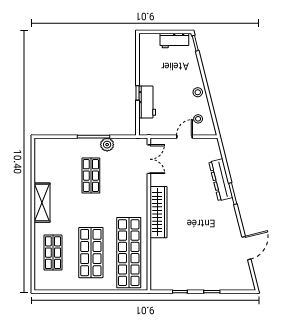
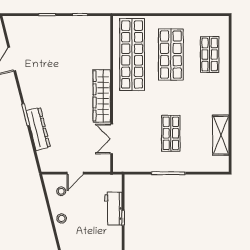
plant: (107, 145) -> (154, 165), removed
double door: (149, 159) -> (112, 139), moved
shelving: (42, 203) -> (221, 135), moved

